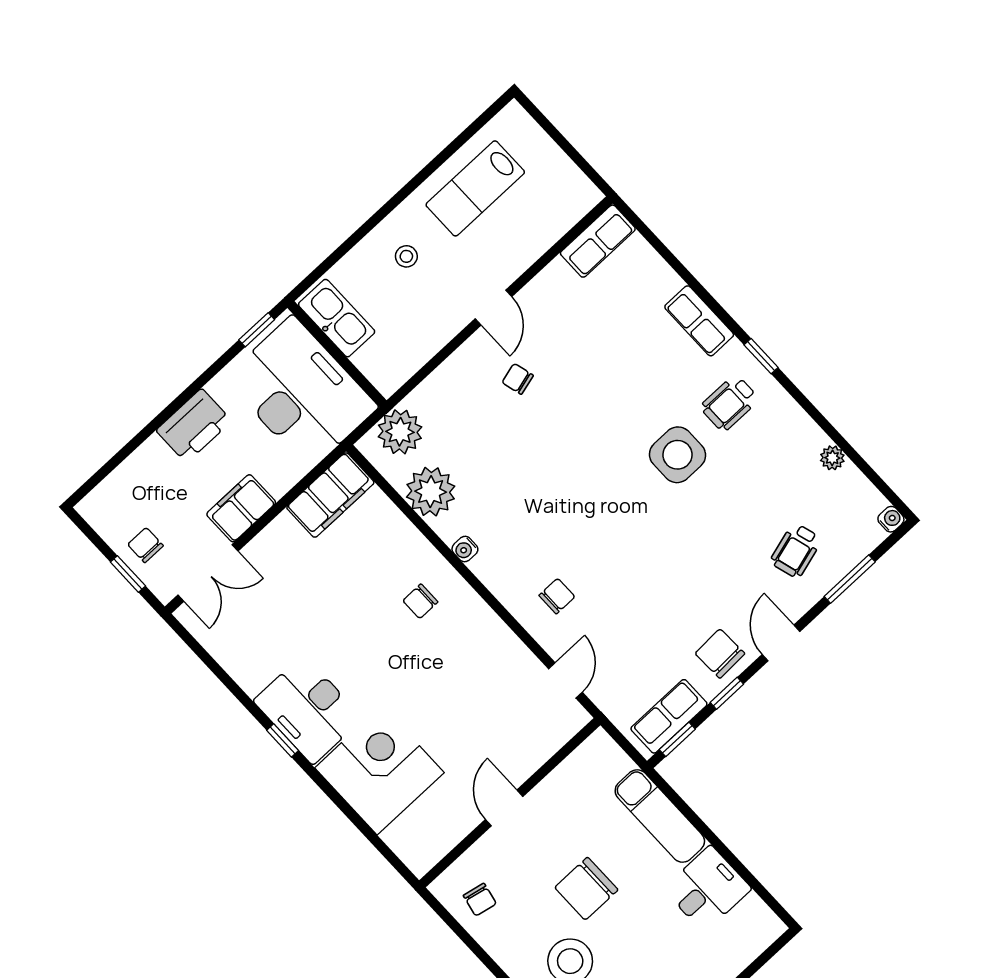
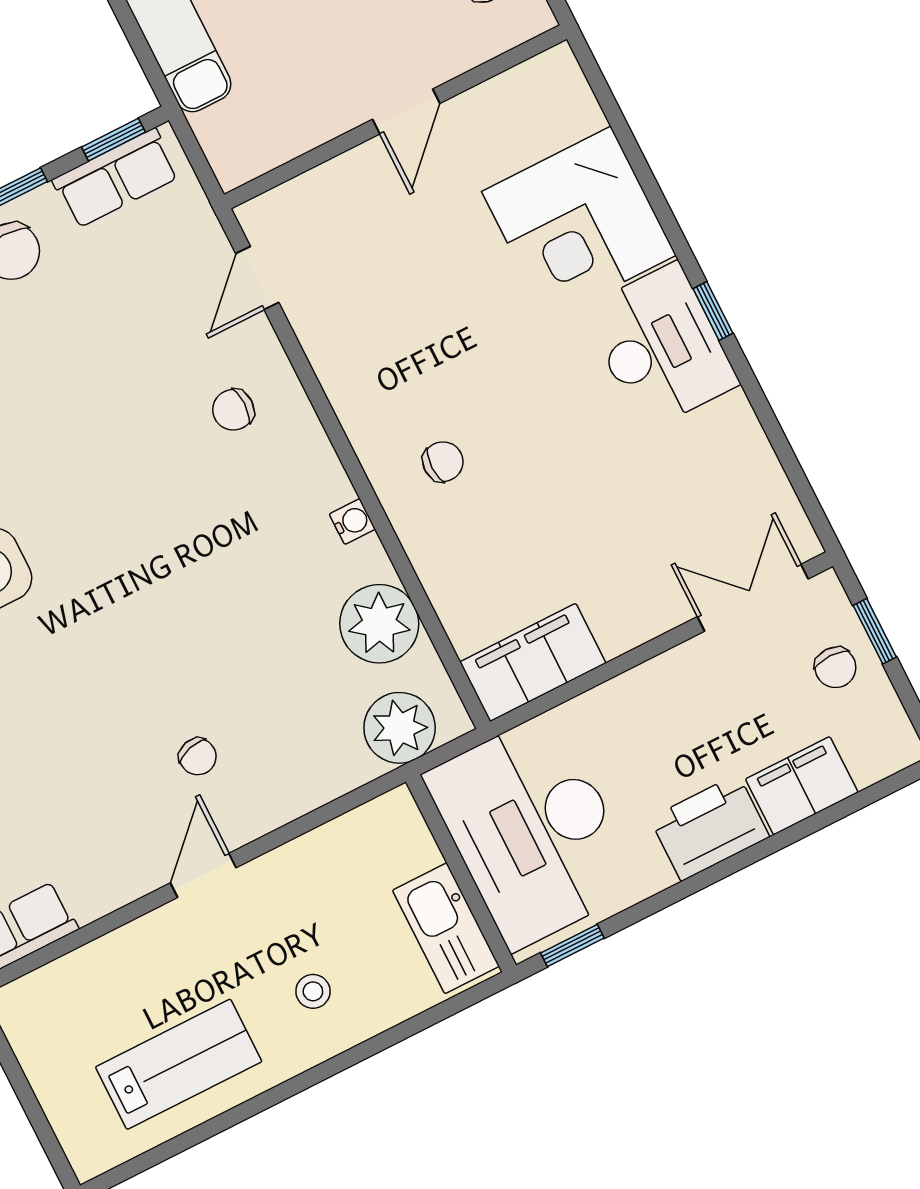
filing cabinet: (241, 508) -> (802, 786), moved, turned 180

